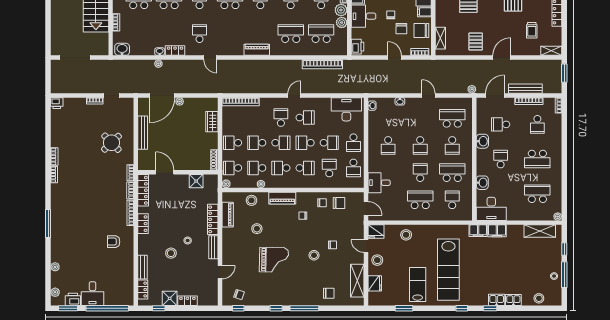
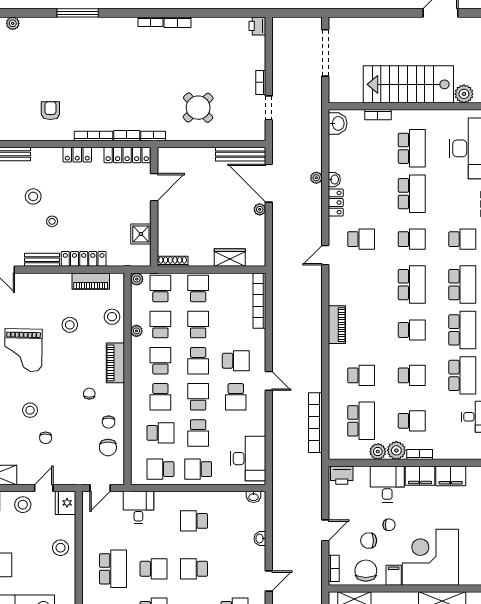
school desk: (291, 34) -> (361, 375), width x0.54
bench: (143, 133) -> (241, 154), moved

